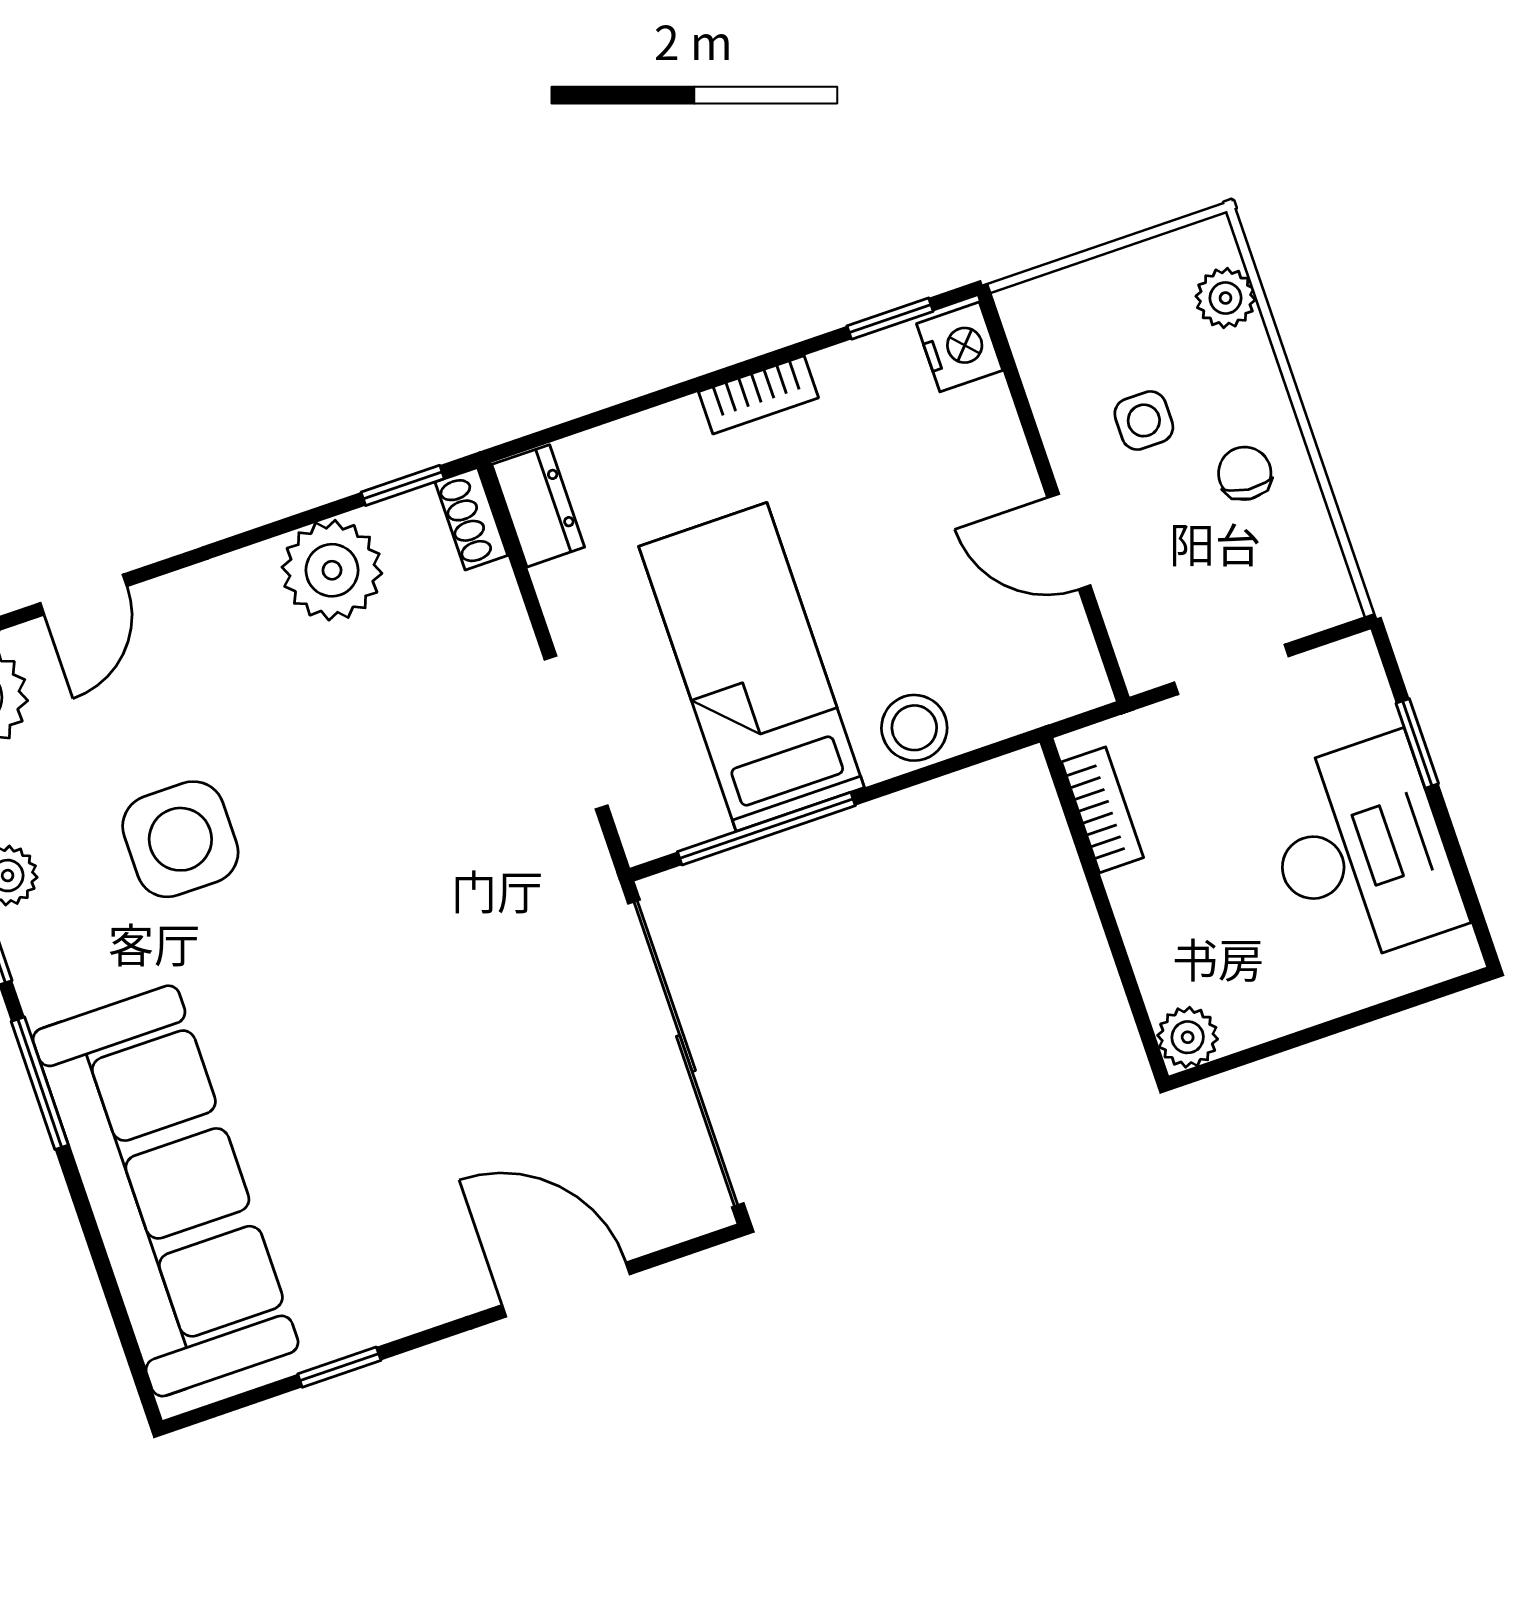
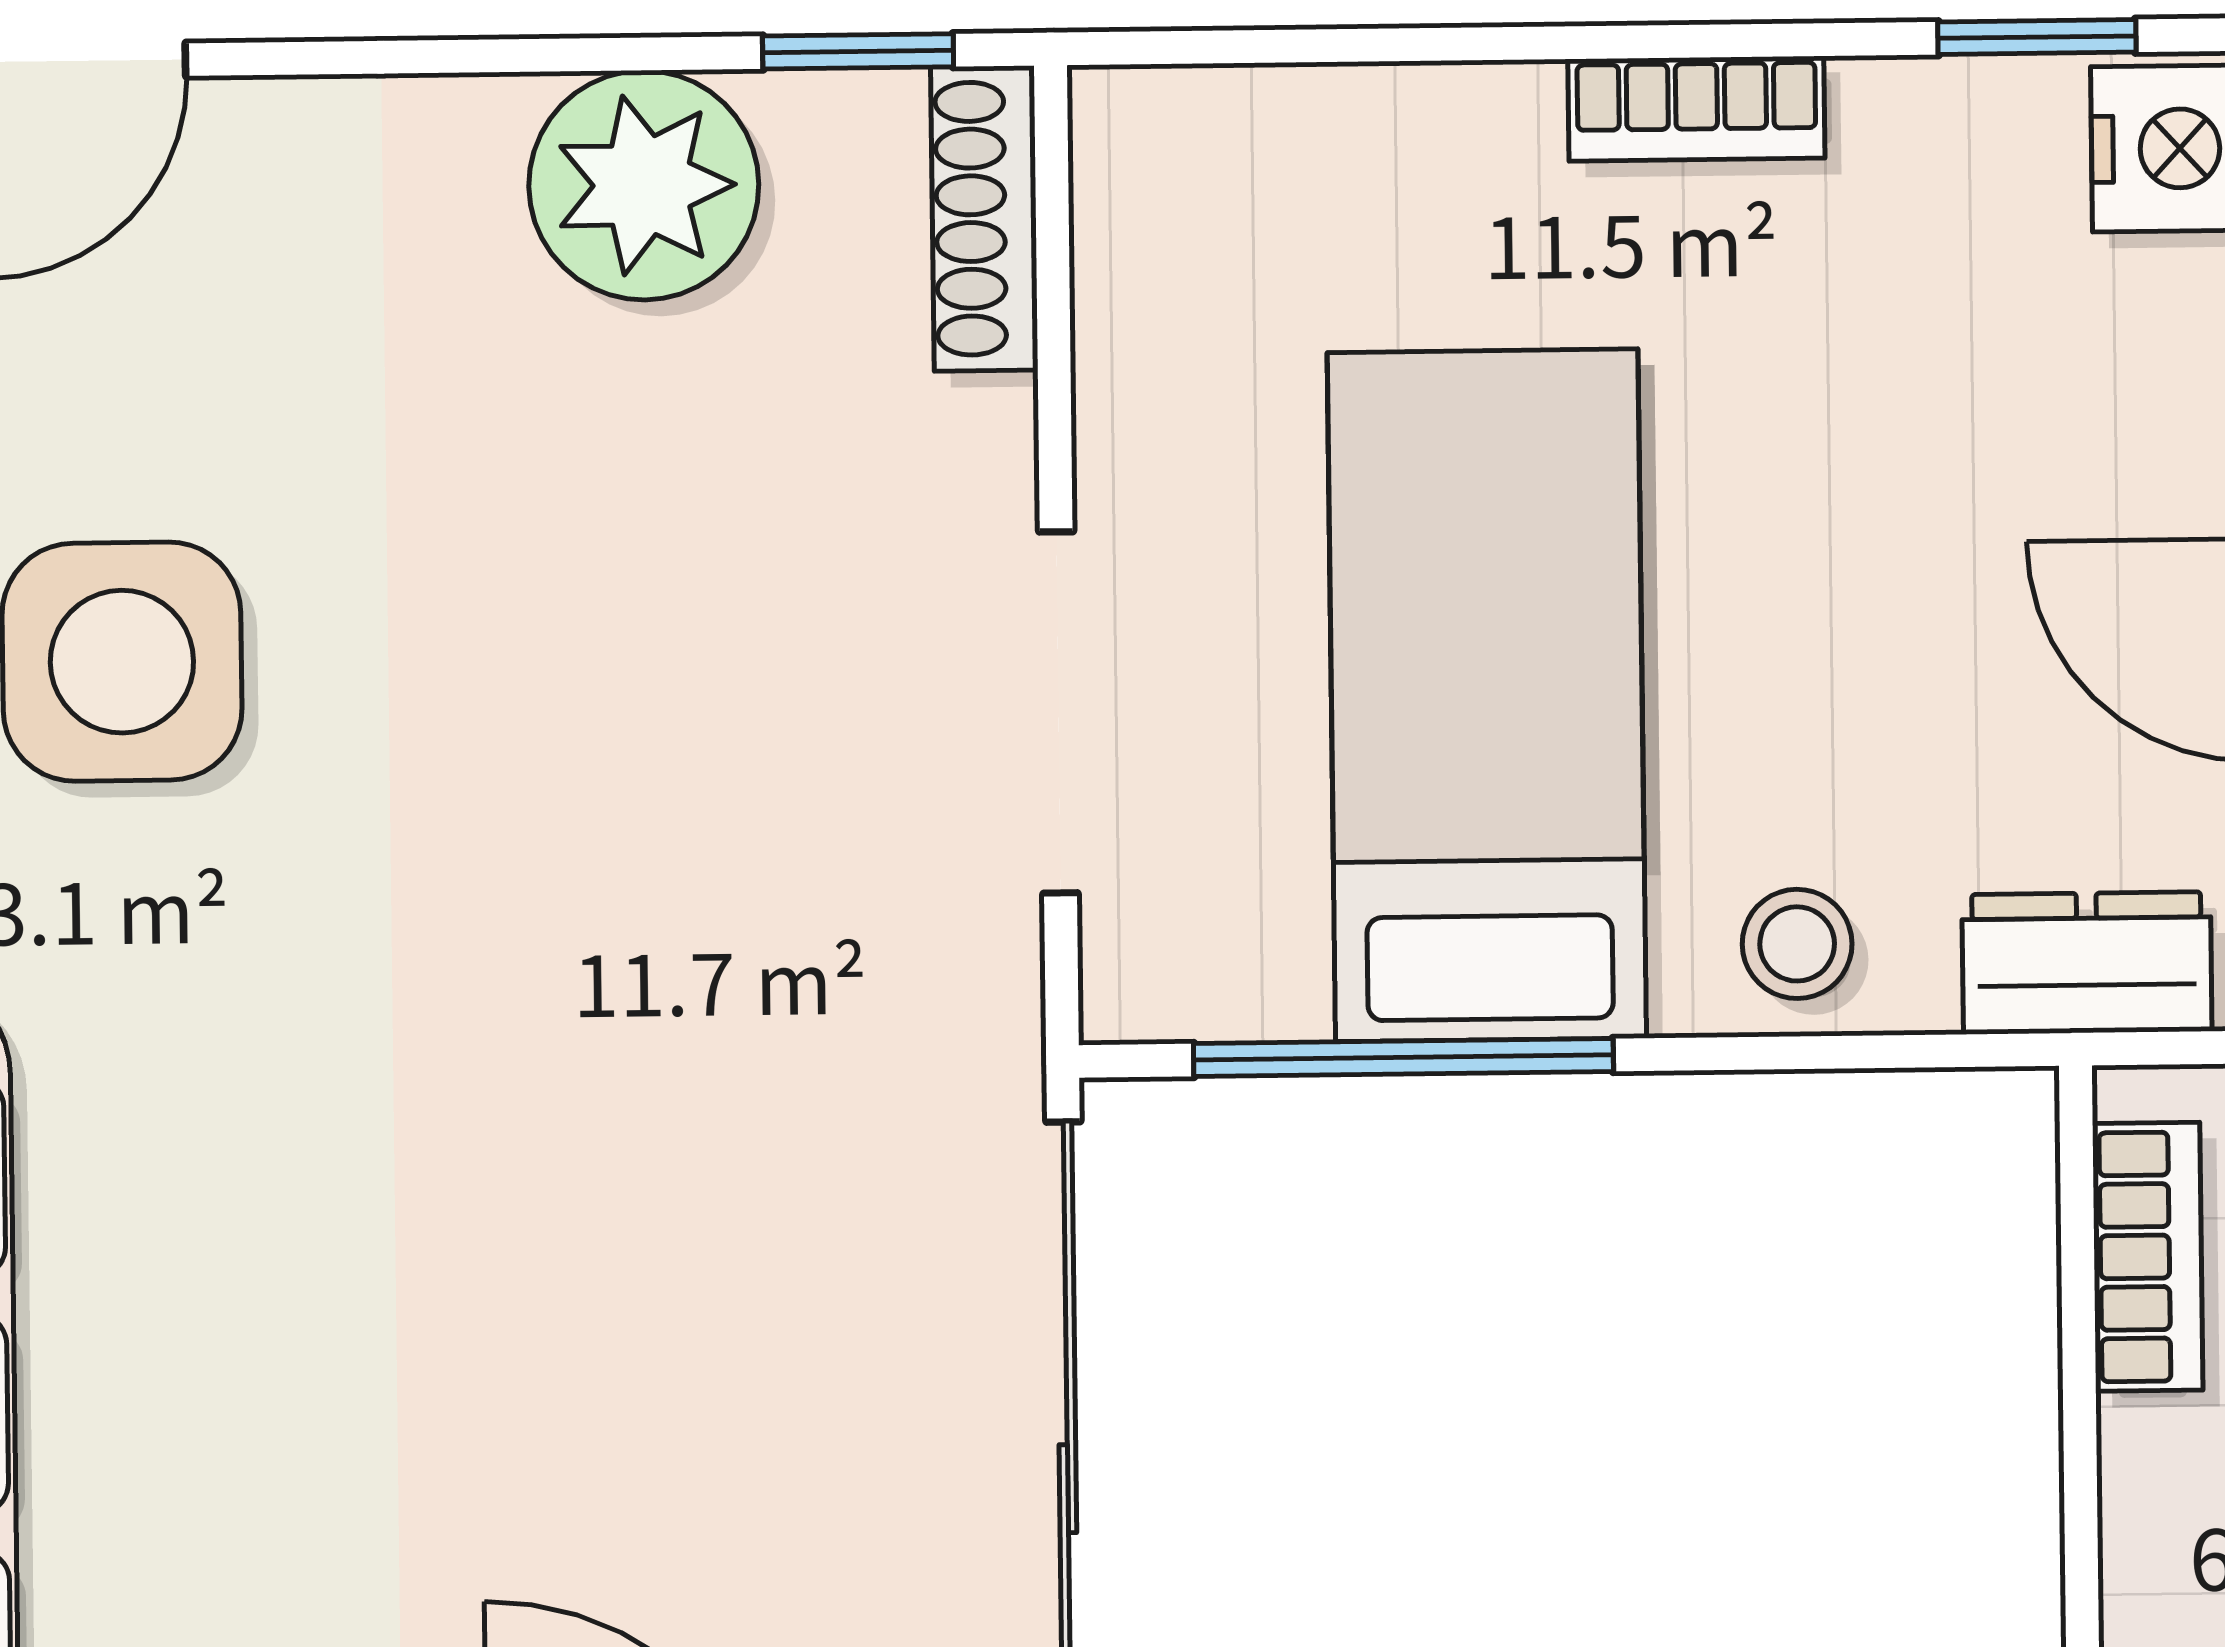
dresser: (538, 506) -> (2087, 963), moved, turned -90
shoe rack: (471, 519) -> (984, 219), width x1.43
stool: (914, 728) -> (1797, 944), width x0.73, depth x0.73

